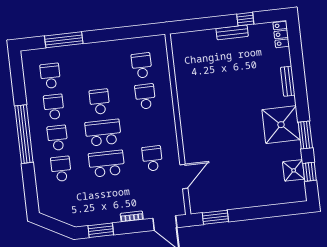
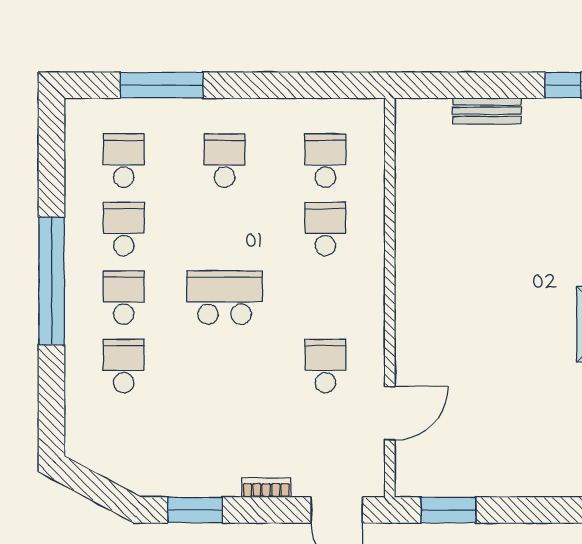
bench: (232, 32) -> (487, 111), moved
school desk: (100, 102) -> (225, 161), moved
school desk: (107, 164) -> (225, 366), removed

